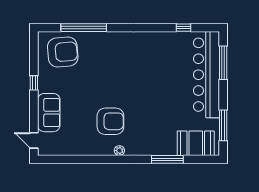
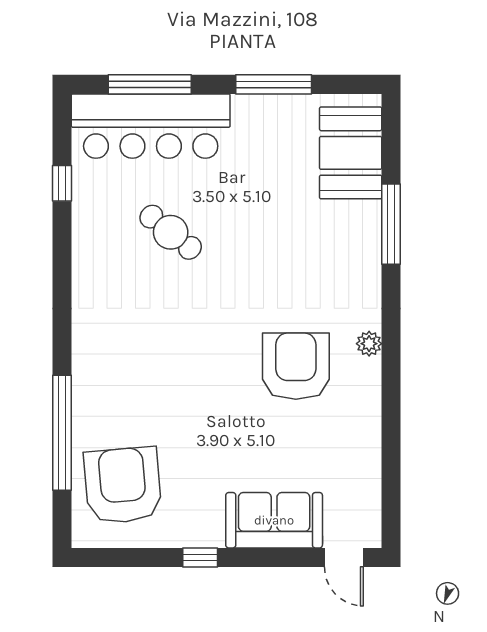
cafe table: (164, 71) -> (171, 232), added
bar counter: (206, 75) -> (151, 126), width x0.73
window: (223, 125) -> (274, 84), moved
door: (34, 140) -> (344, 557), hinge flipped

